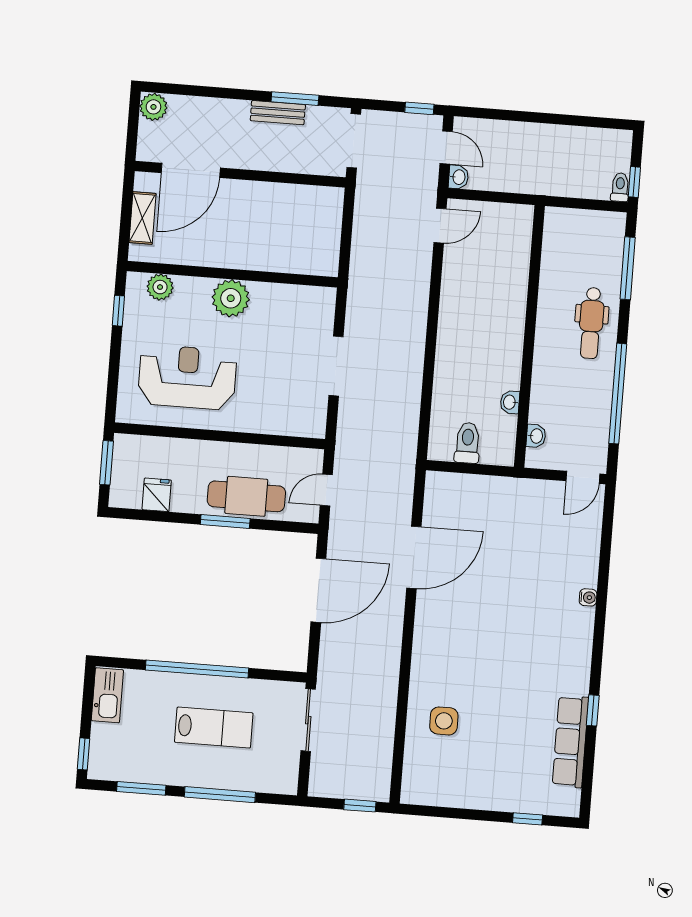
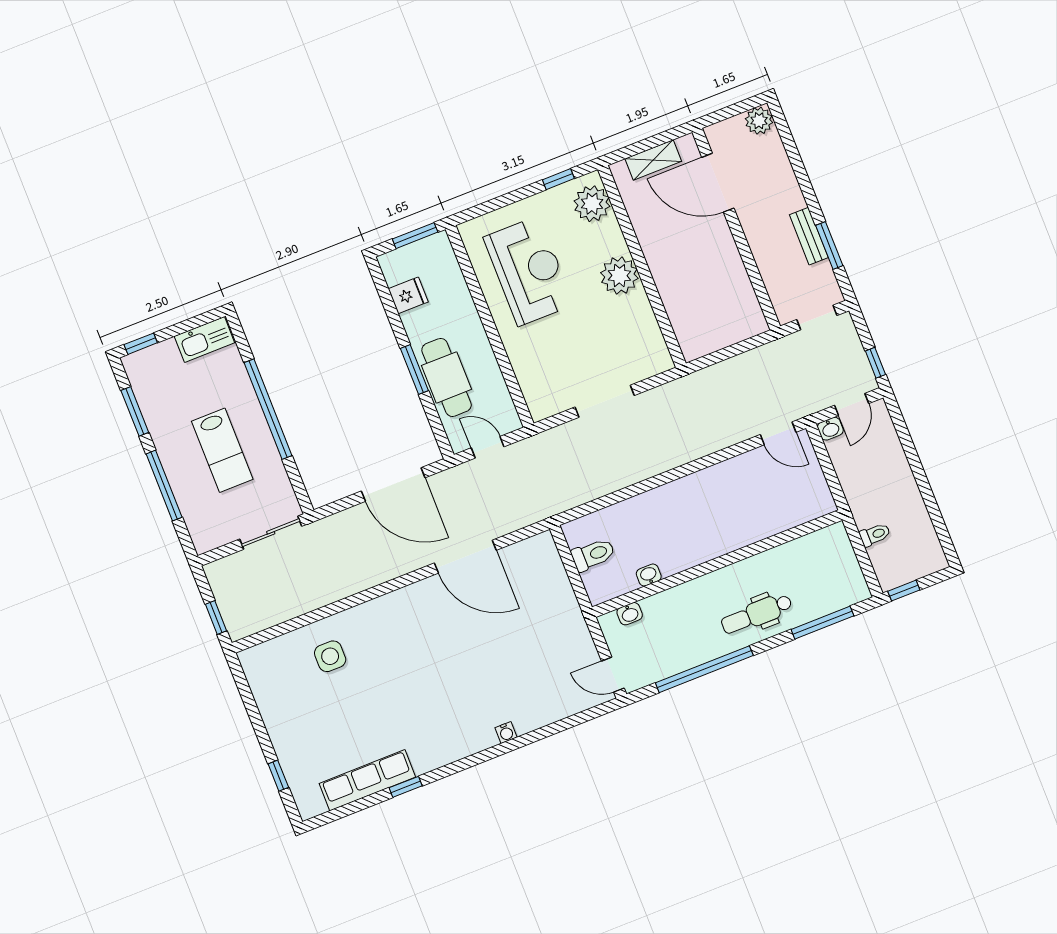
doorway: (354, 141) -> (817, 318), width x0.73
toilet: (620, 187) -> (875, 535), moved
plant: (160, 287) -> (592, 204), width x1.36, depth x1.36

